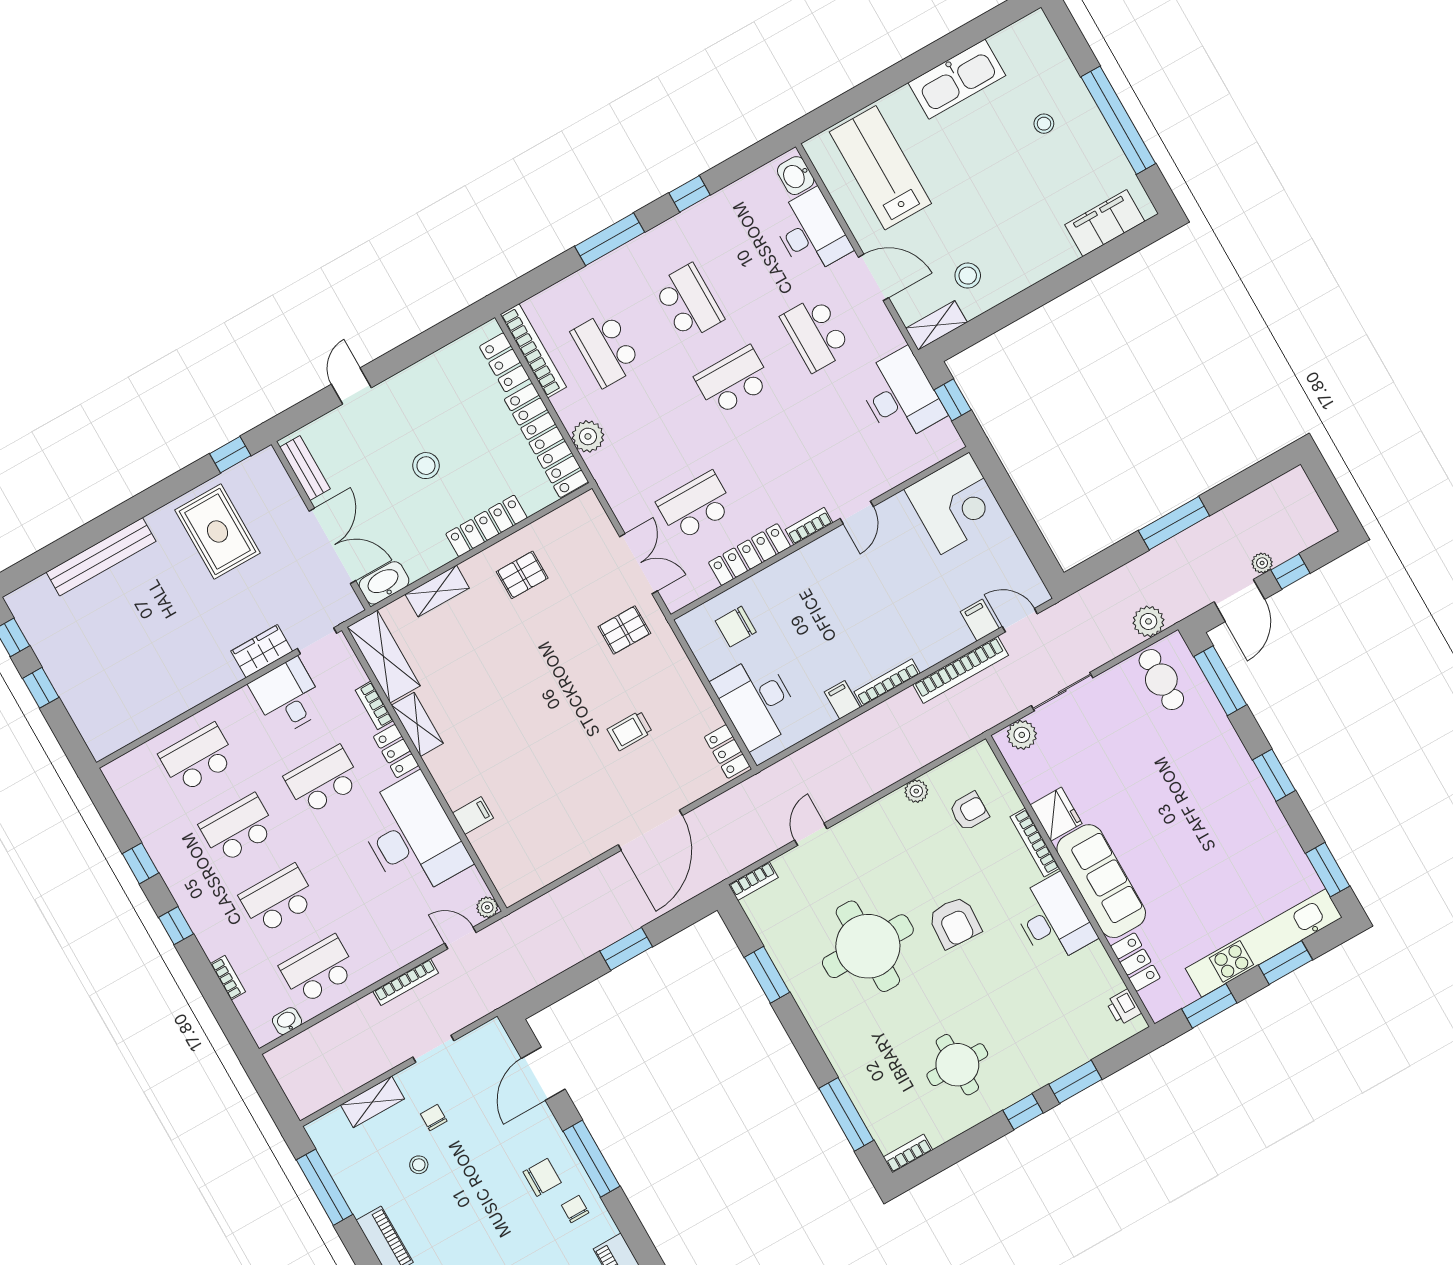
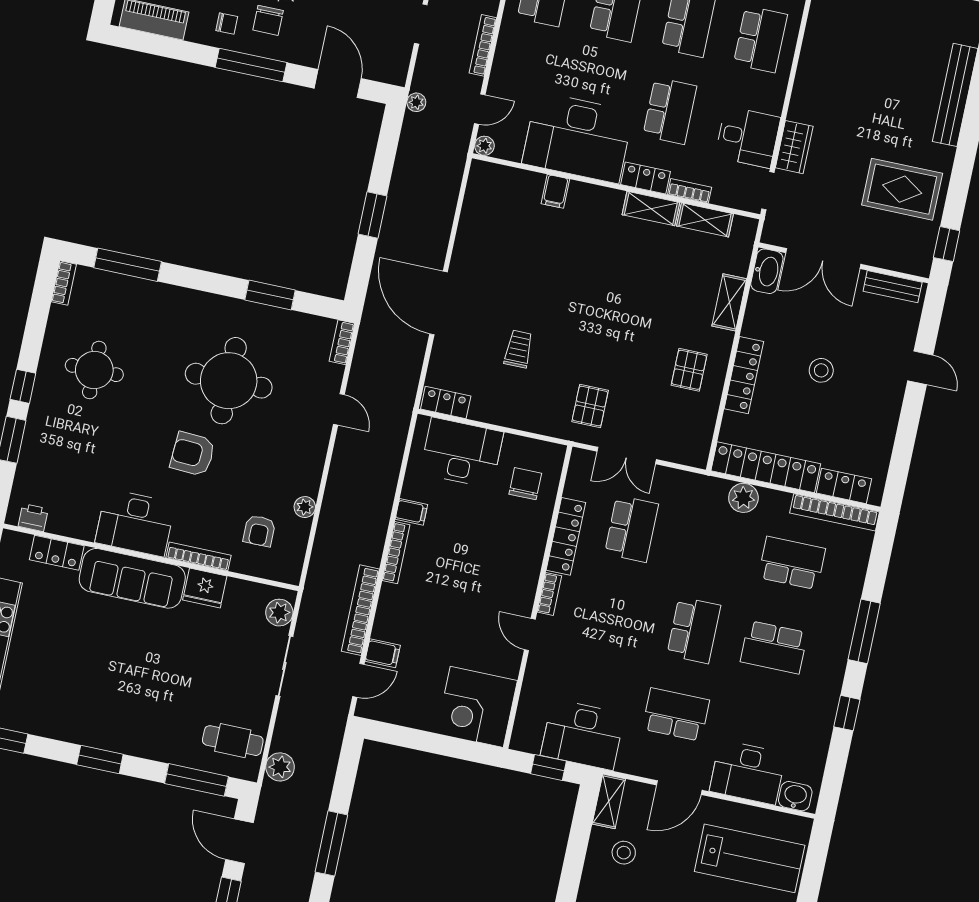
plant: (1262, 563) -> (416, 102), moved
shelving: (384, 657) -> (705, 220), width x0.67, depth x0.75

